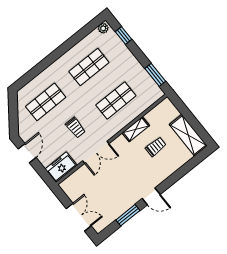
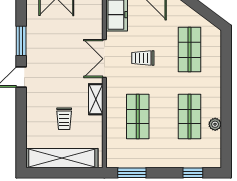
plant: (103, 28) -> (215, 124), moved
shelving: (136, 129) -> (96, 99), moved
shelving: (188, 135) -> (62, 158), width x1.47

